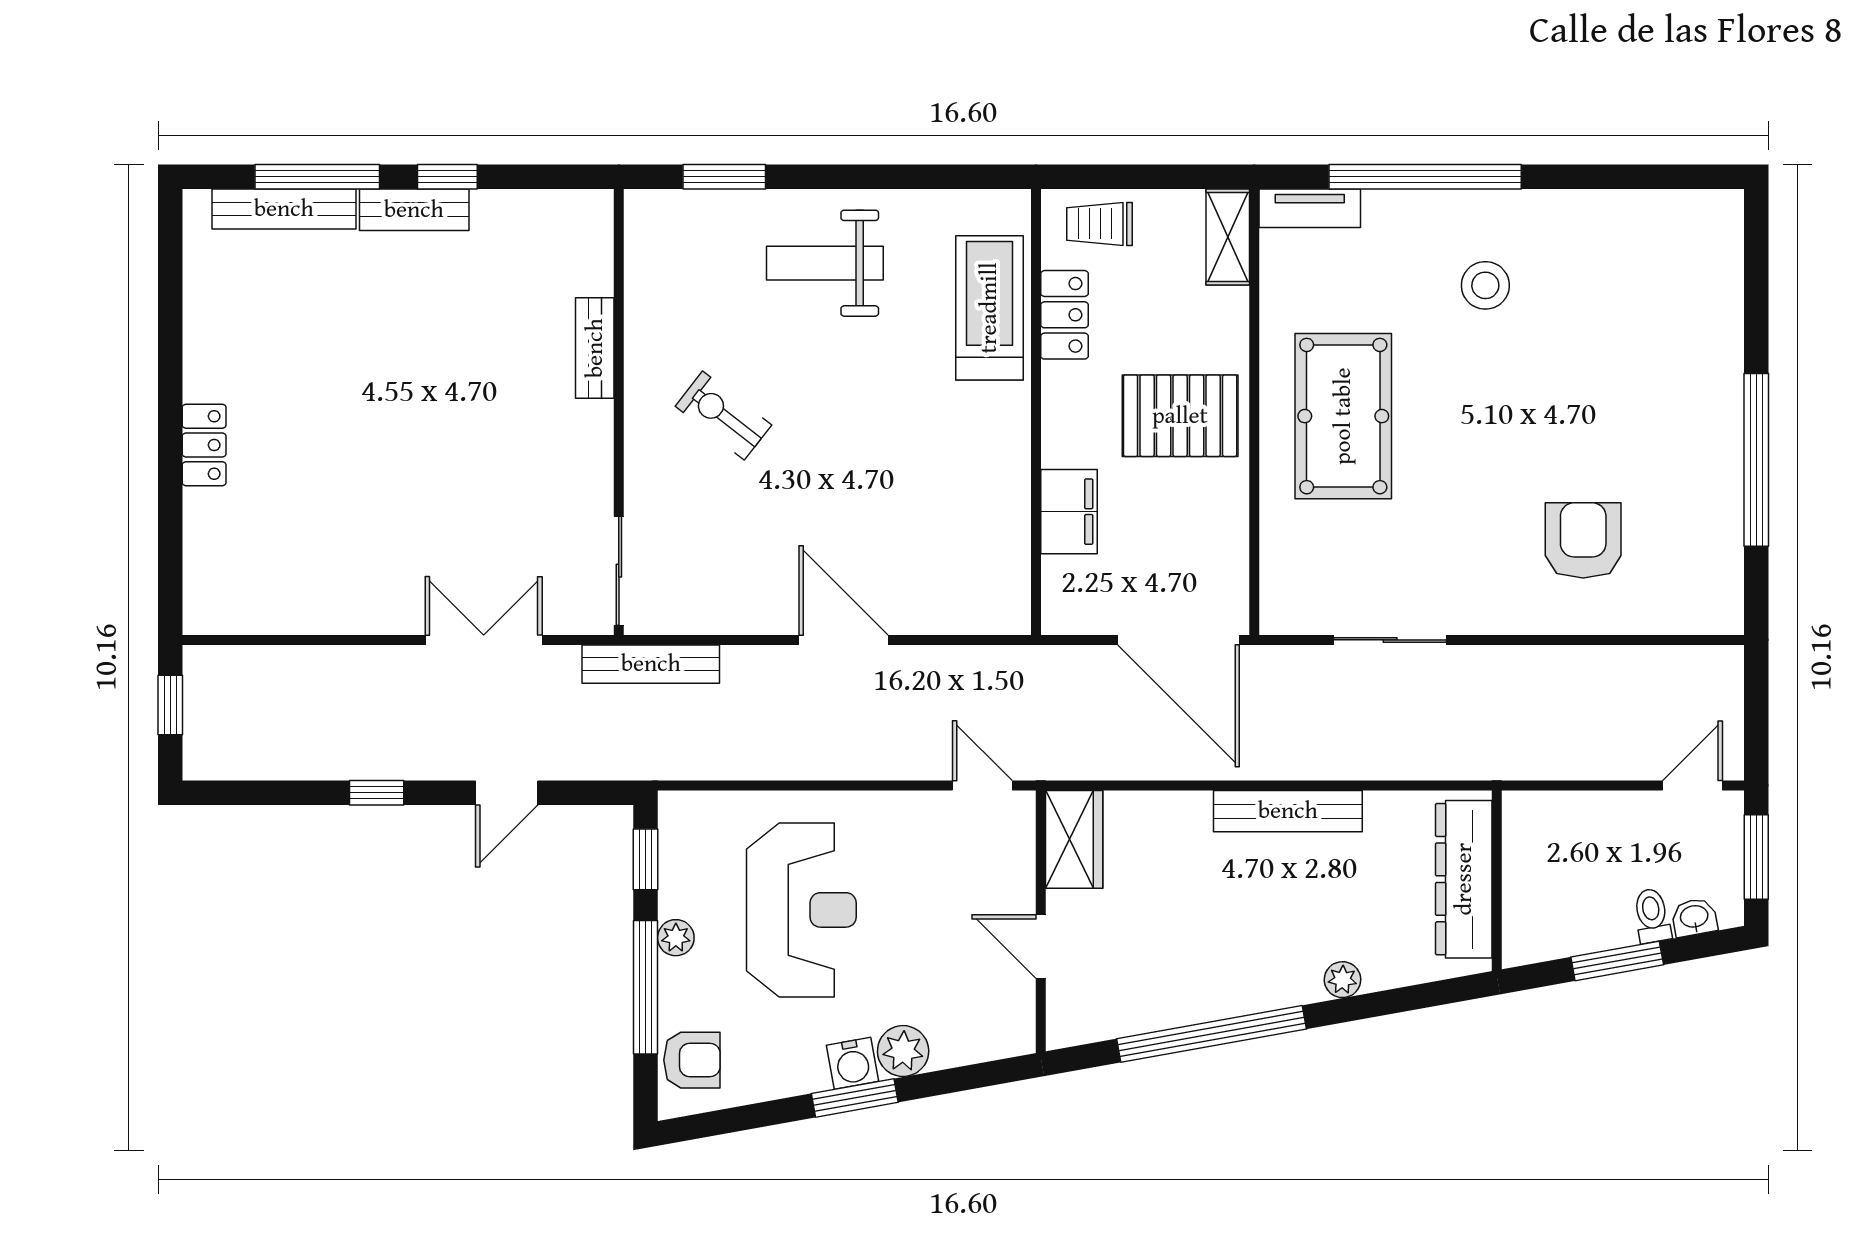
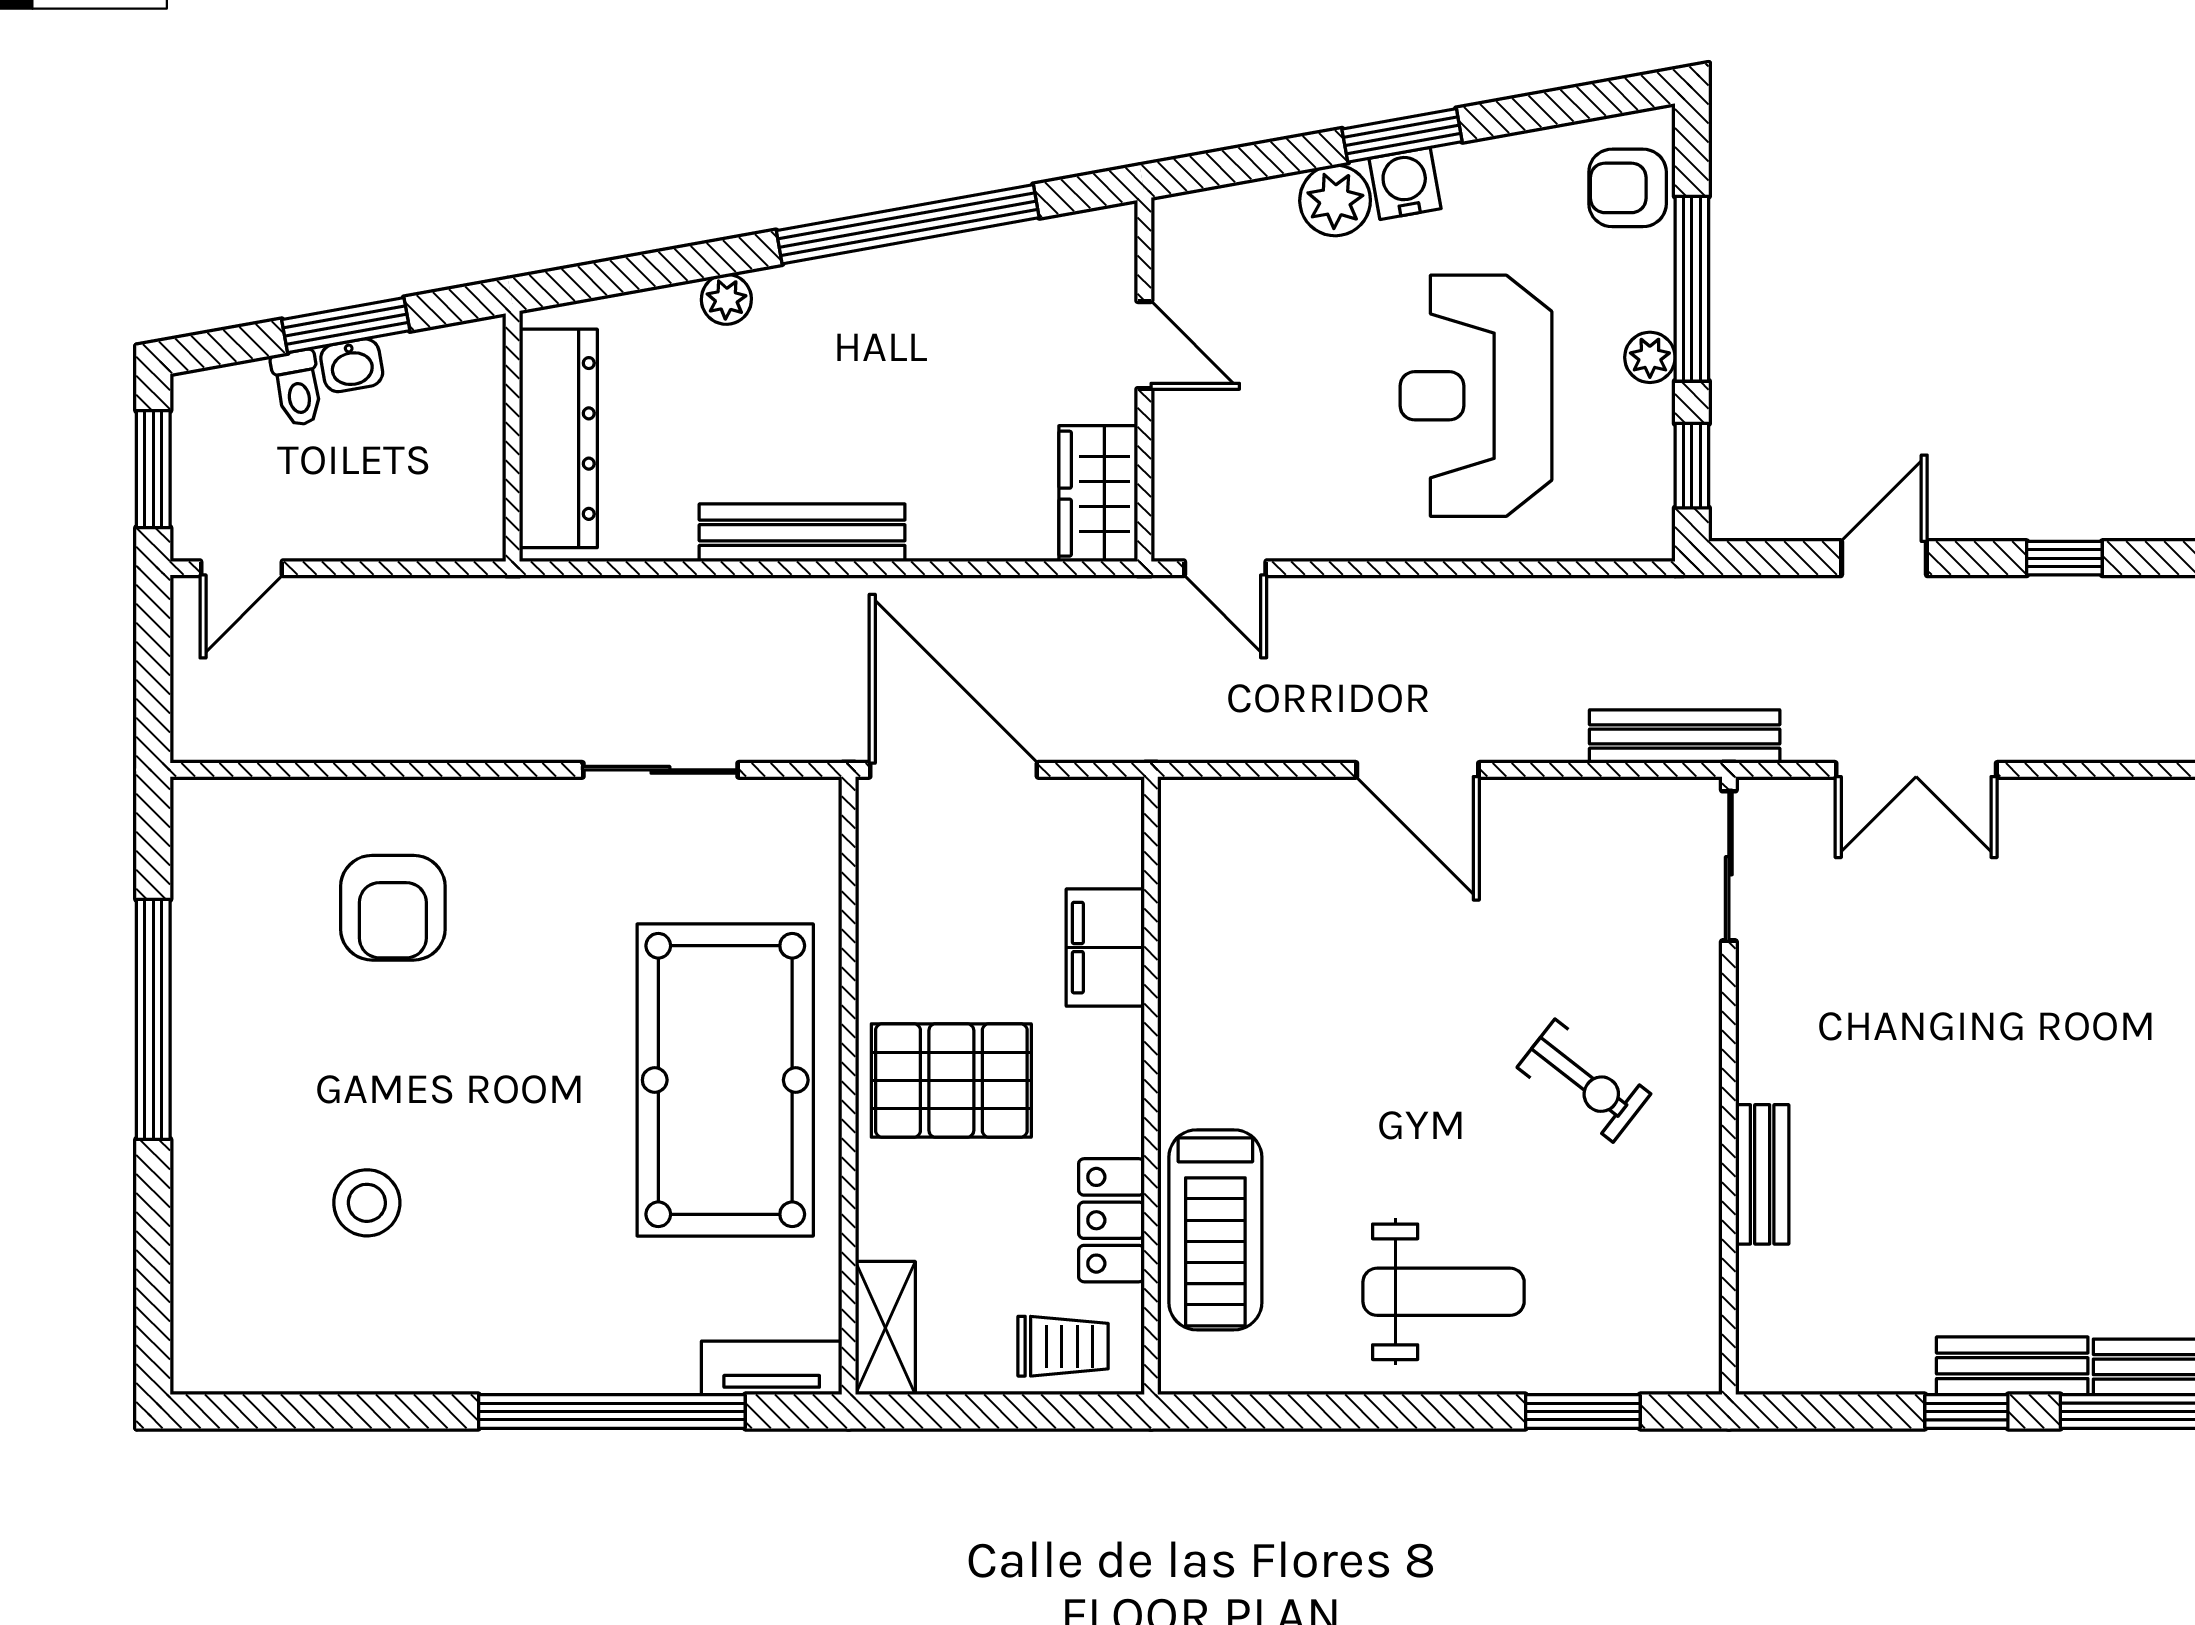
stool: (1485, 285) -> (367, 1203), moved
pool table: (1343, 416) -> (725, 1080), width x1.36, depth x1.32
washbasin: (1694, 917) -> (352, 365), moved

